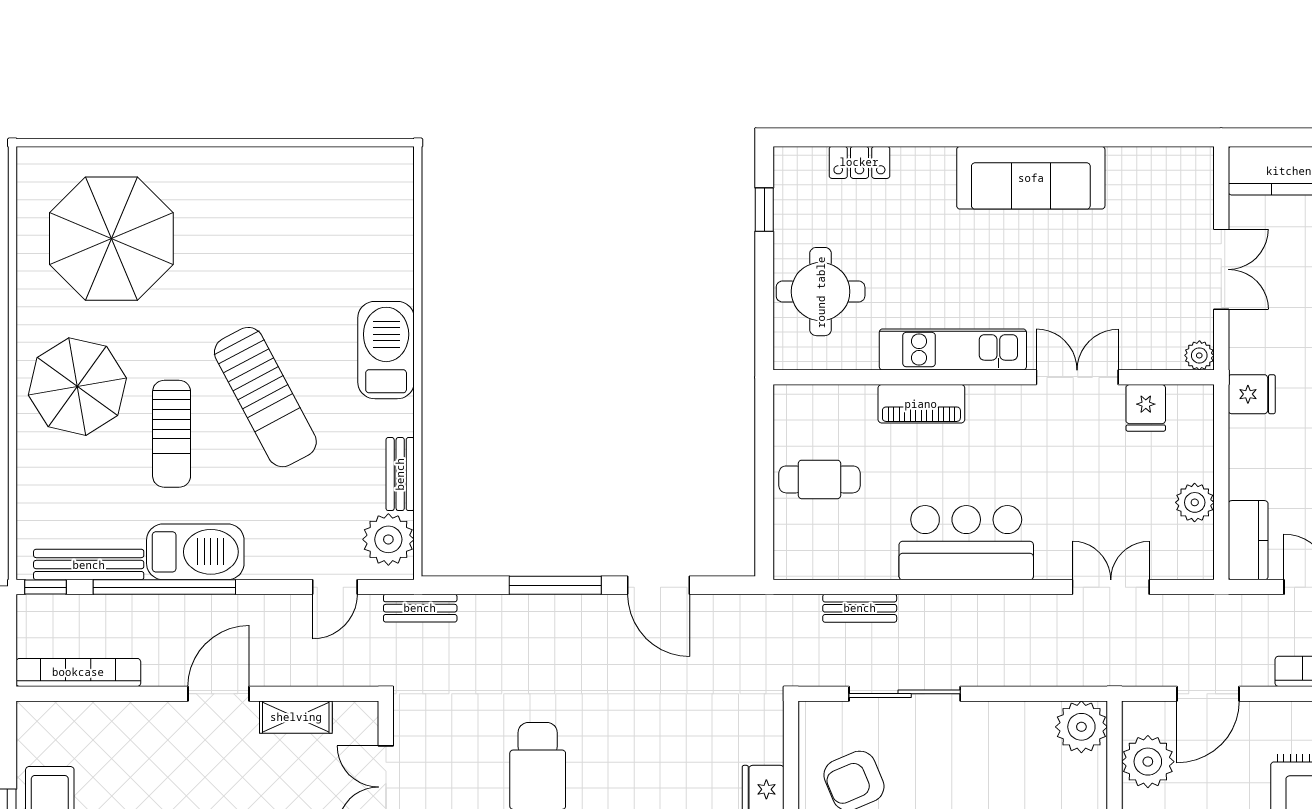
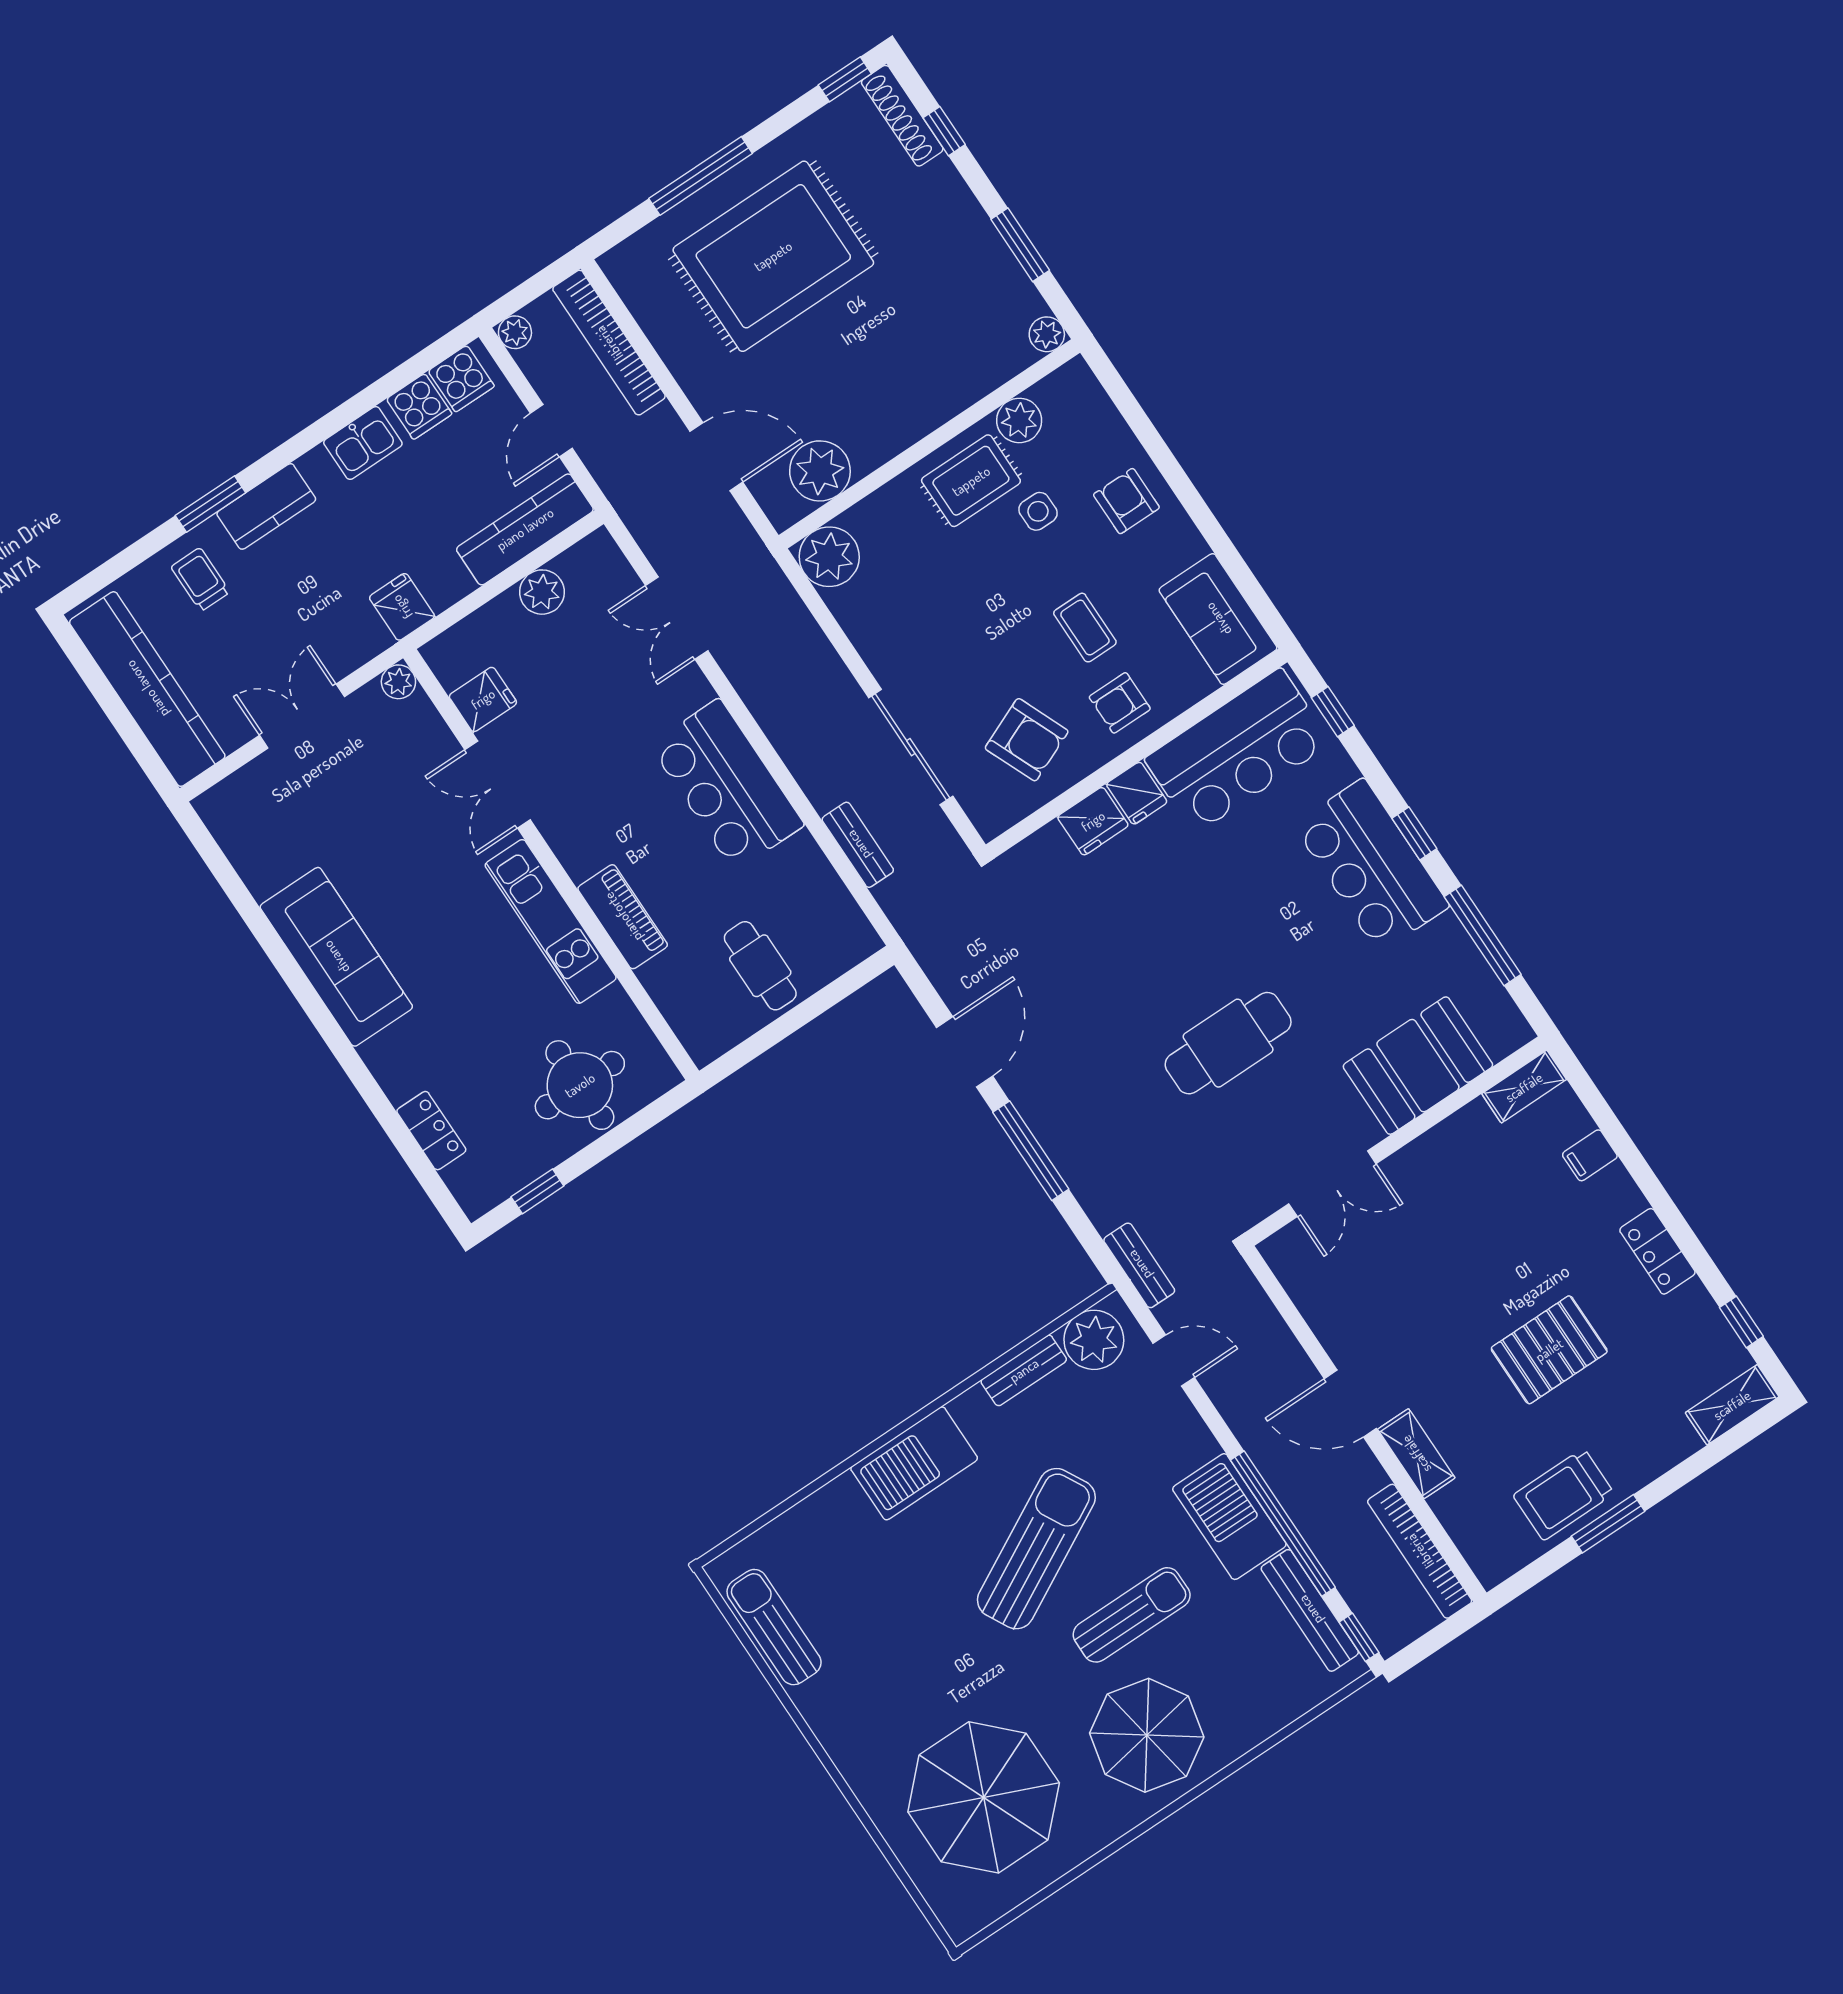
sun lounger: (336, 170) -> (774, 1627), added
kitchen counter: (1248, 540) -> (525, 529), width x1.50
shelving: (296, 717) -> (1416, 1454), moved

